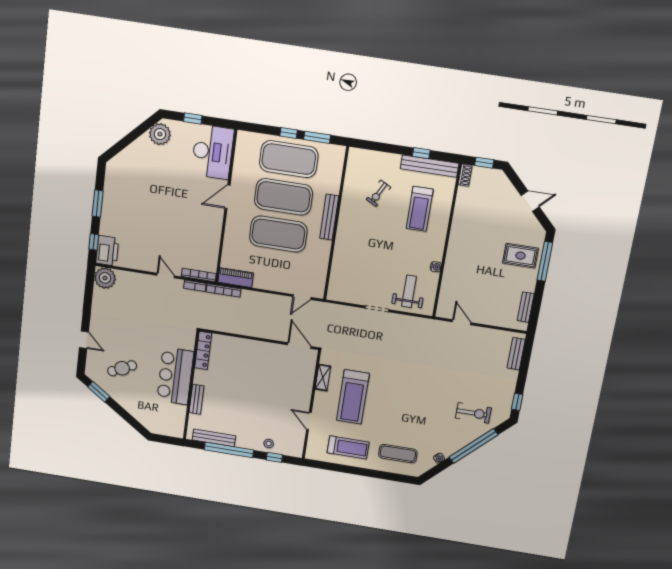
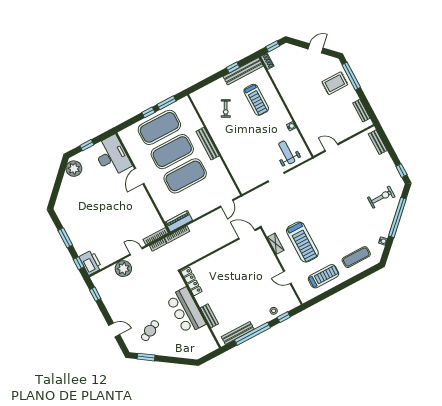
plant: (105, 278) -> (123, 269), moved
window: (89, 288) -> (95, 294), added

